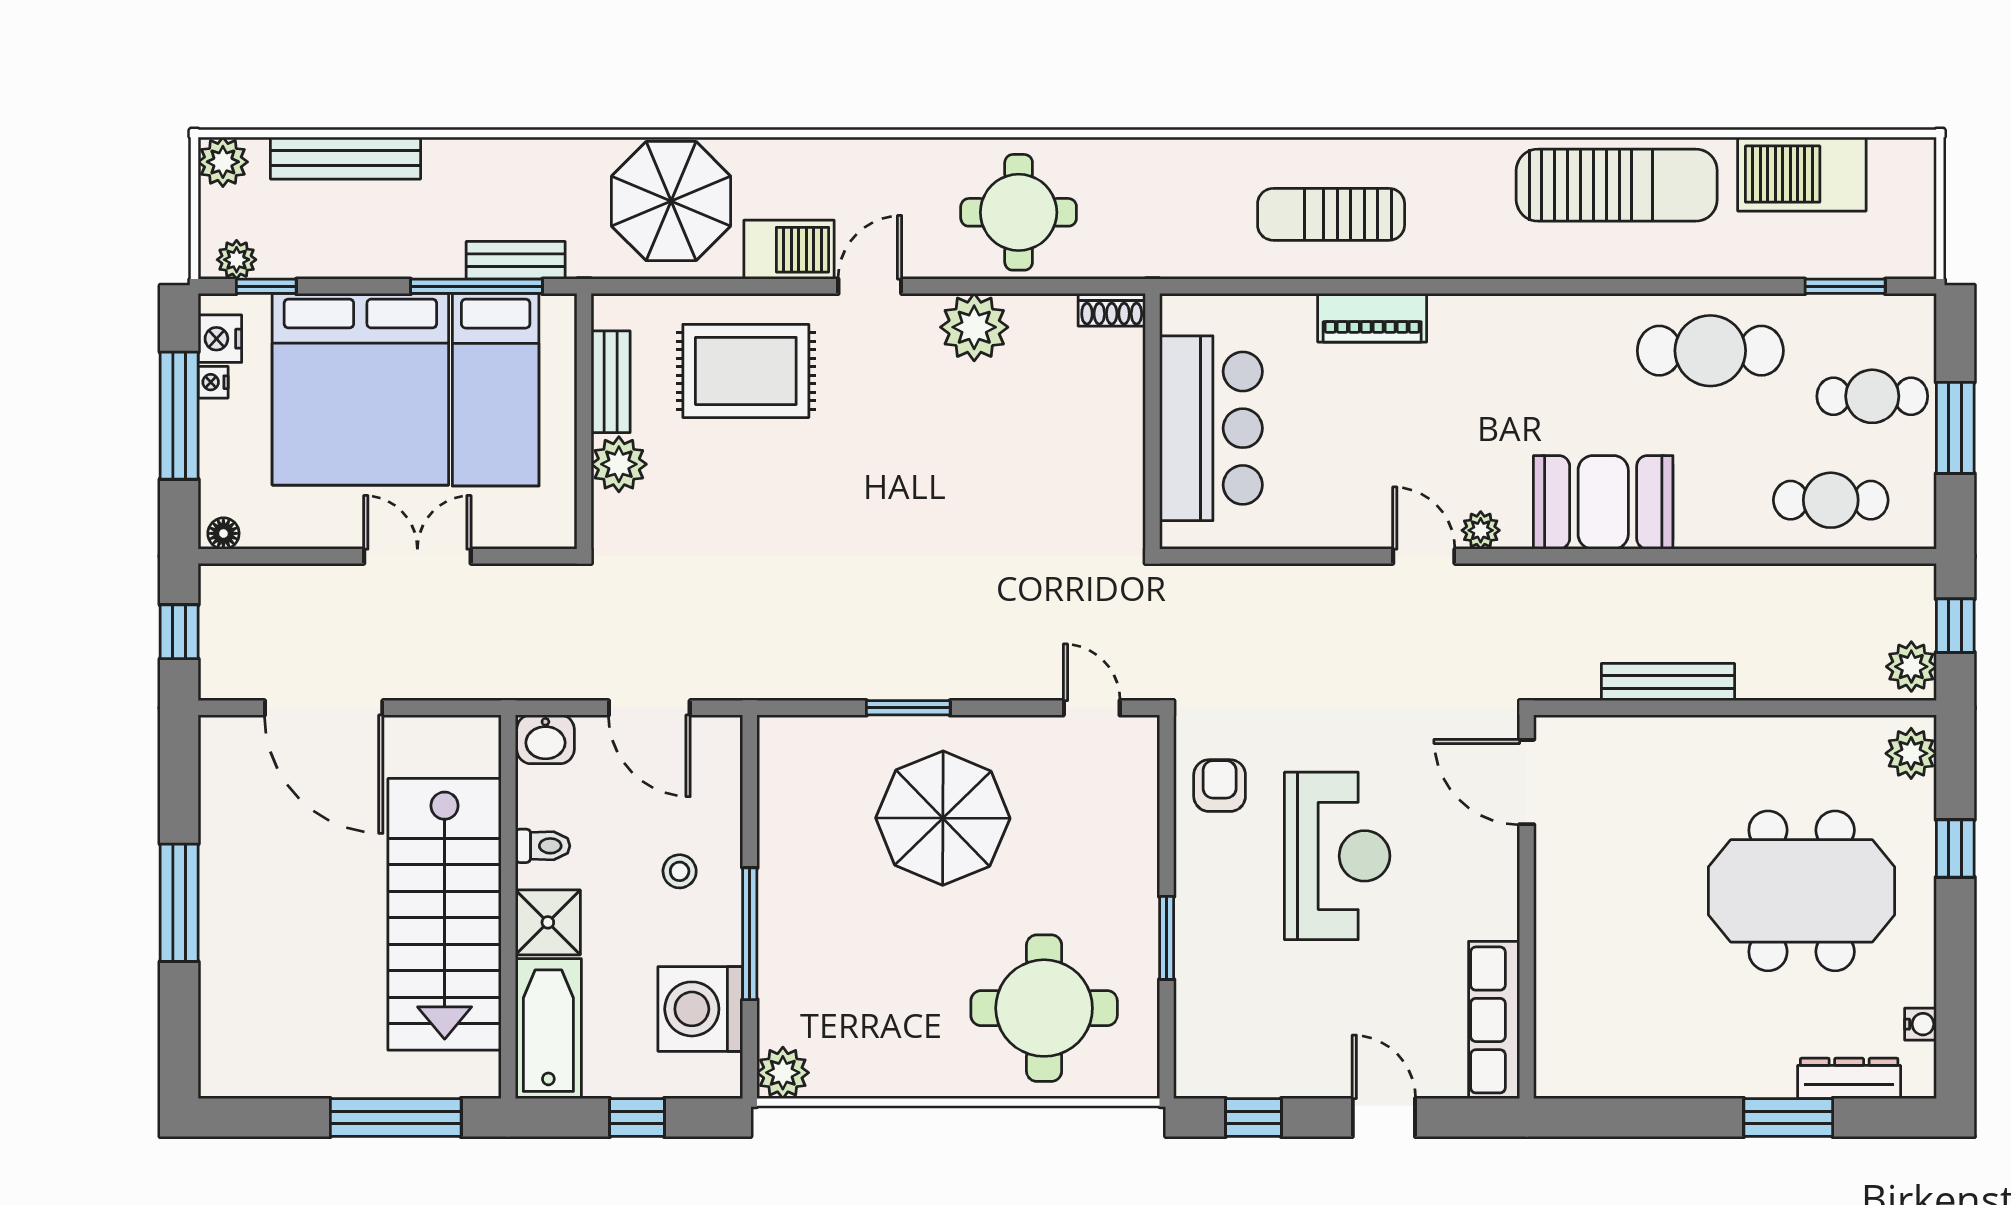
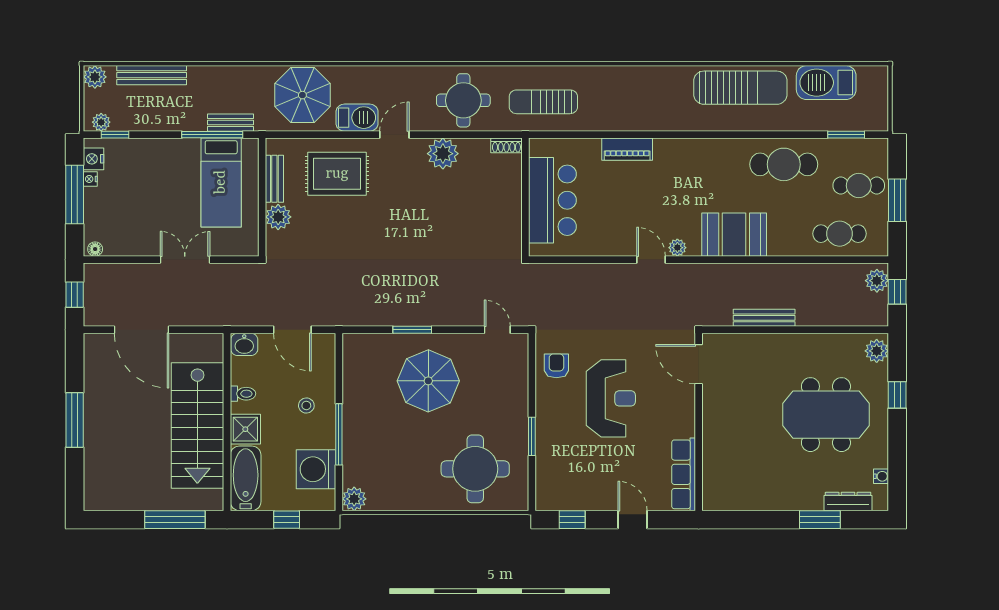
sun lounger: (1331, 214) -> (543, 102), moved
bed: (360, 389) -> (158, 182), removed
plant: (1911, 667) -> (877, 281), moved

